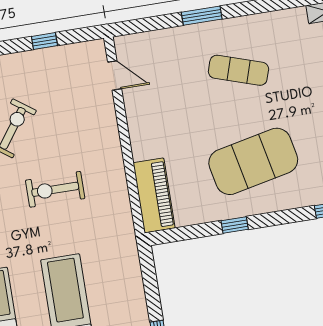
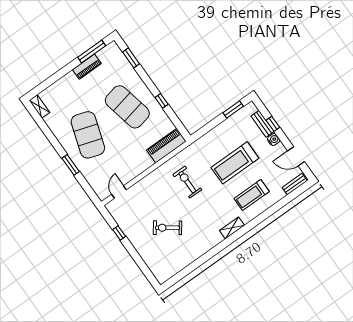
exercise mat: (238, 70) -> (88, 135), width x2.00, depth x1.45
exercise bike: (55, 189) -> (187, 182), moved, turned 180

